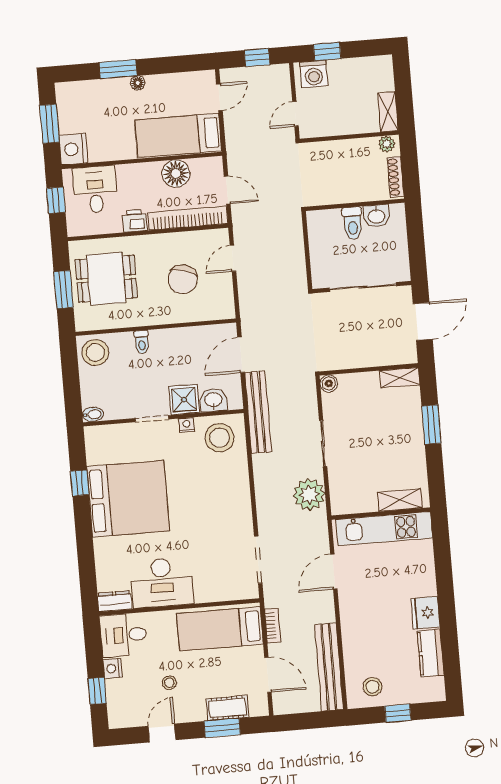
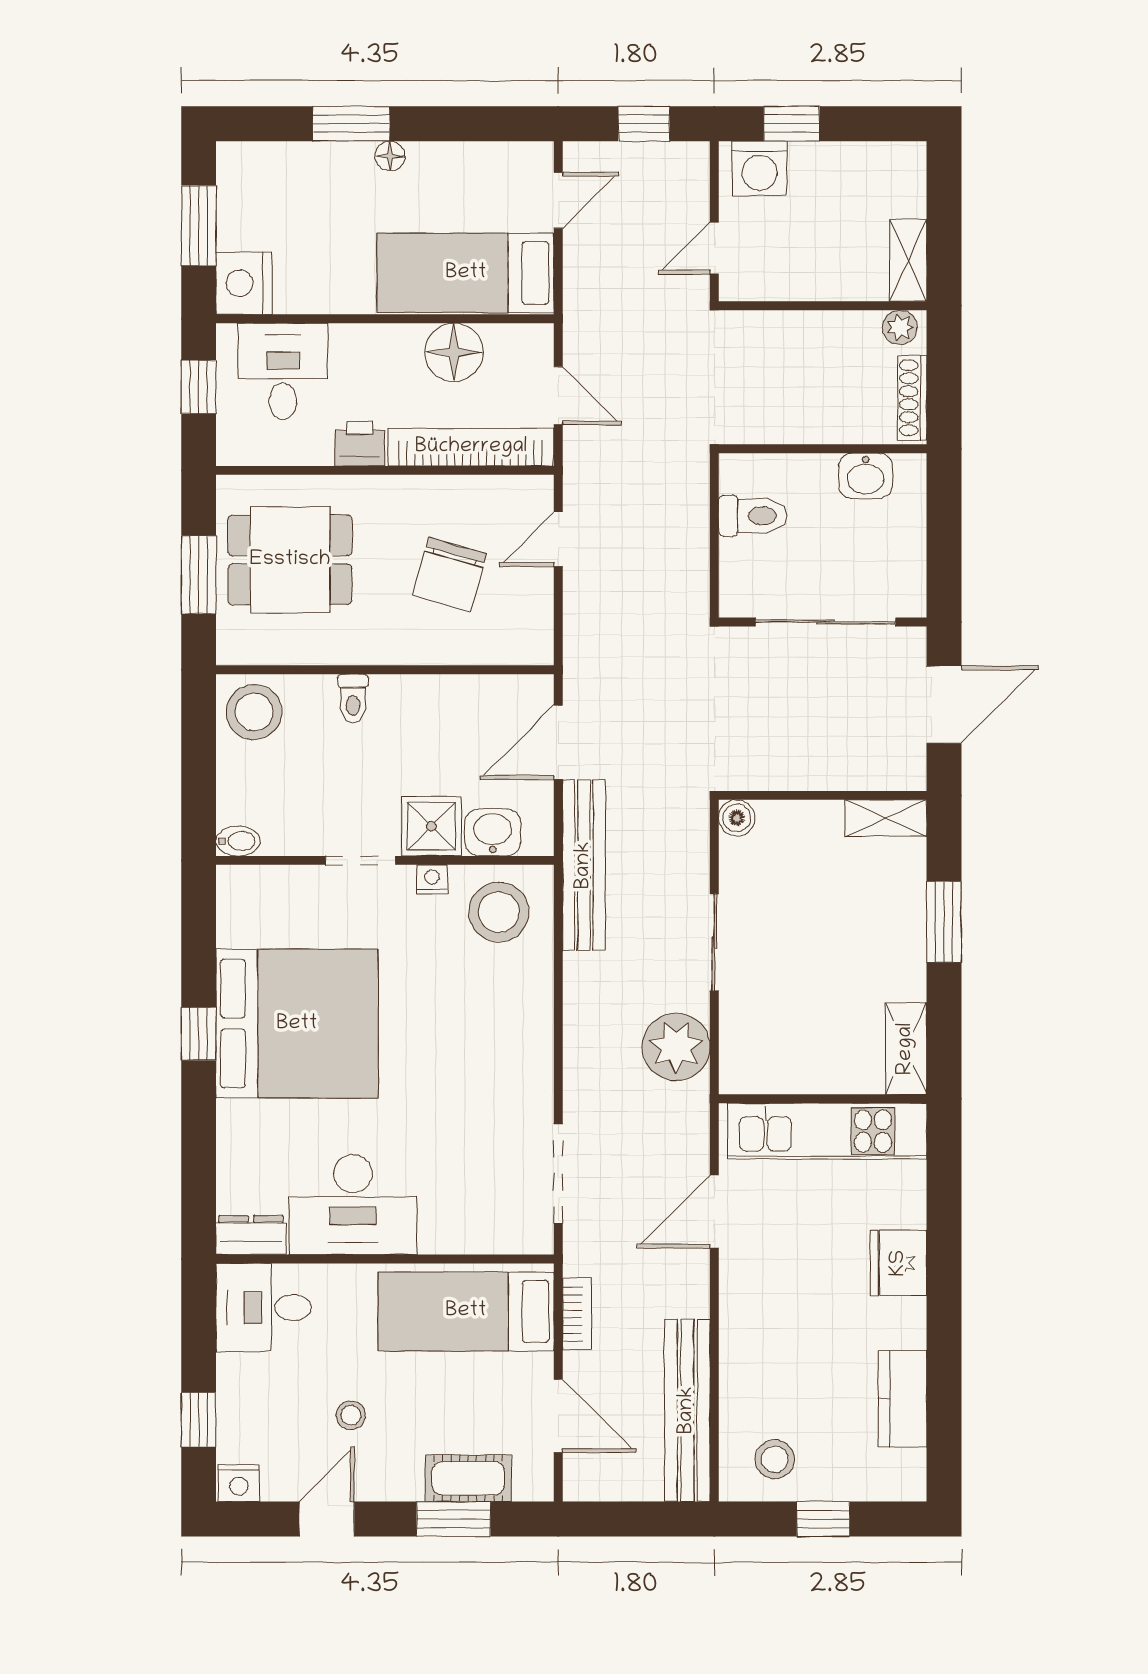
toilet: (353, 223) -> (753, 516), moved, turned -90
window: (80, 483) -> (199, 1034), moved
shelving: (400, 500) -> (906, 1049), moved, turned 90
fridge: (425, 613) -> (899, 1263), moved
nightstand: (113, 668) -> (239, 1483), moved, turned -90

